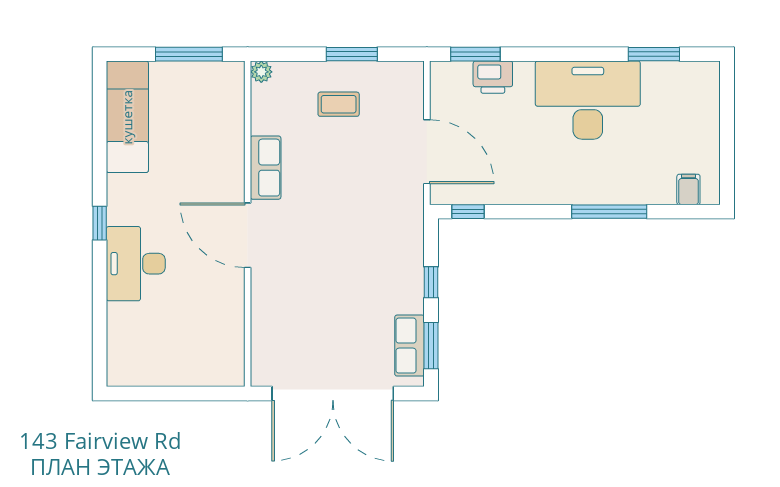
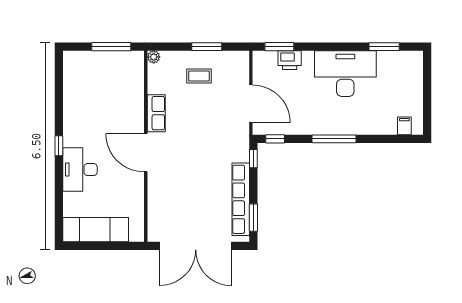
exam couch: (127, 117) -> (96, 230), moved, turned -90
window: (609, 212) -> (334, 139), moved
window: (431, 282) -> (253, 159), moved
row of seats: (410, 346) -> (241, 199), width x2.02

